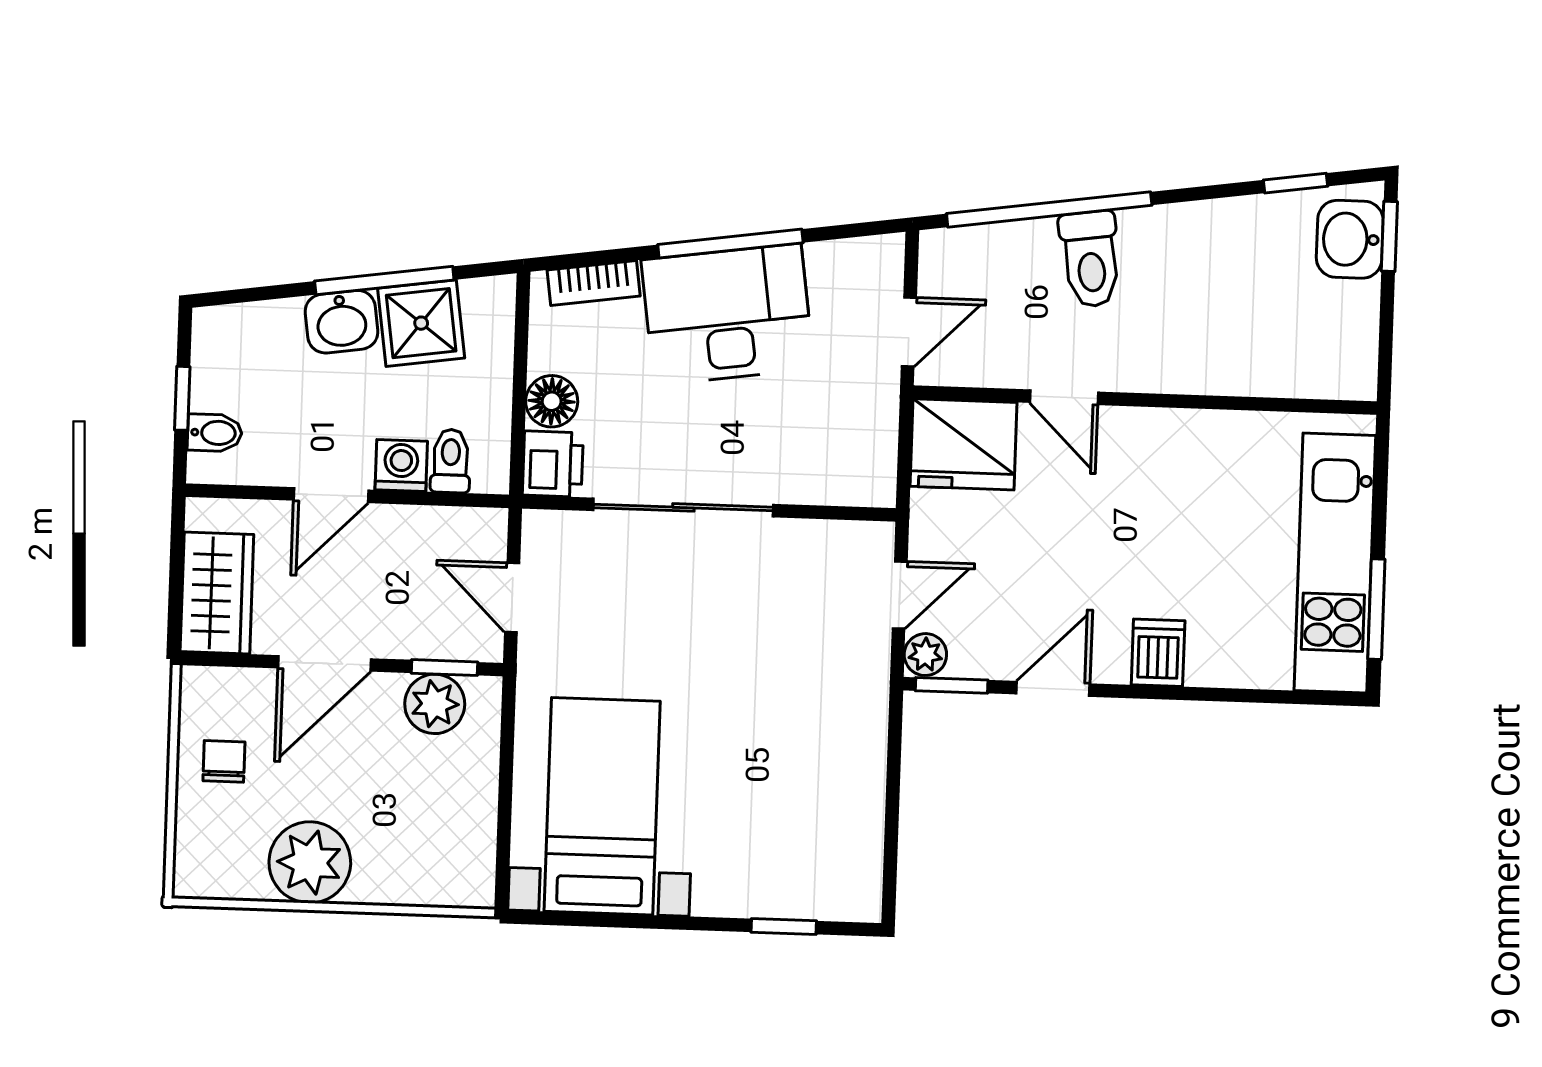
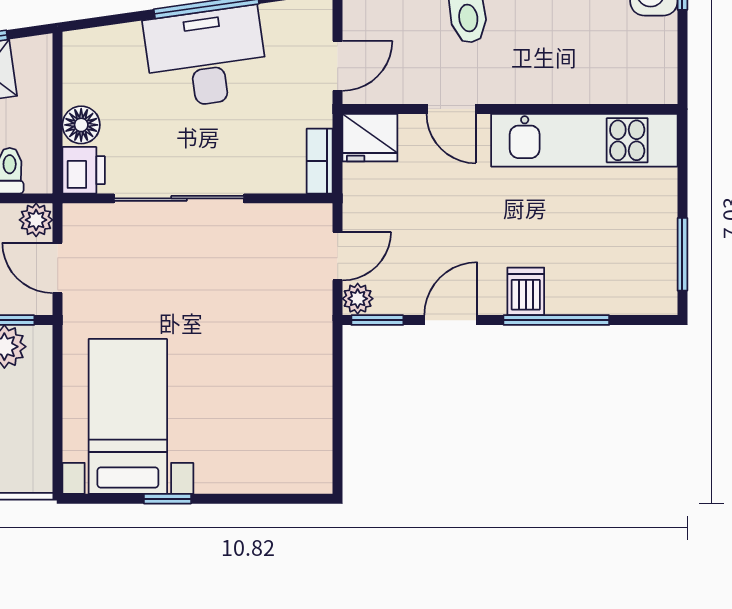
bookcase: (594, 283) -> (320, 161), moved, turned 98
fridge: (964, 444) -> (370, 138), width x0.73, depth x0.75
plant: (485, 530) -> (36, 220), added
kitchen unit: (1335, 563) -> (584, 140), moved, turned -90
window: (1199, 694) -> (556, 320), added
window: (784, 926) -> (167, 499), moved

